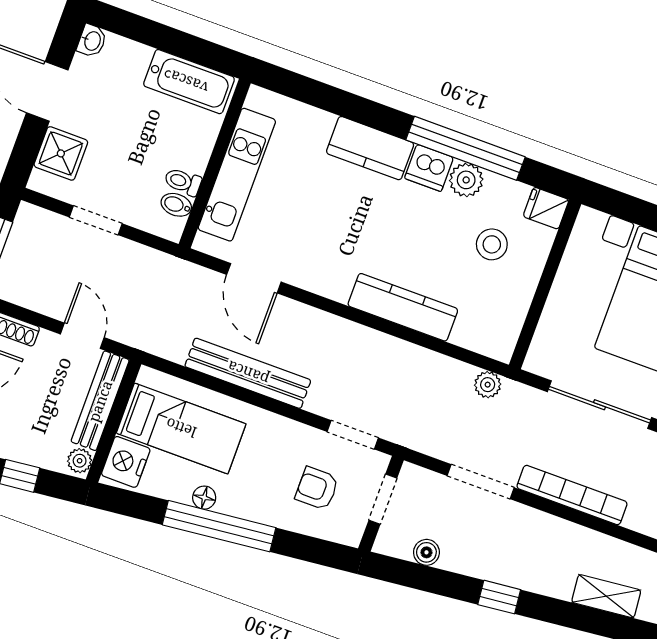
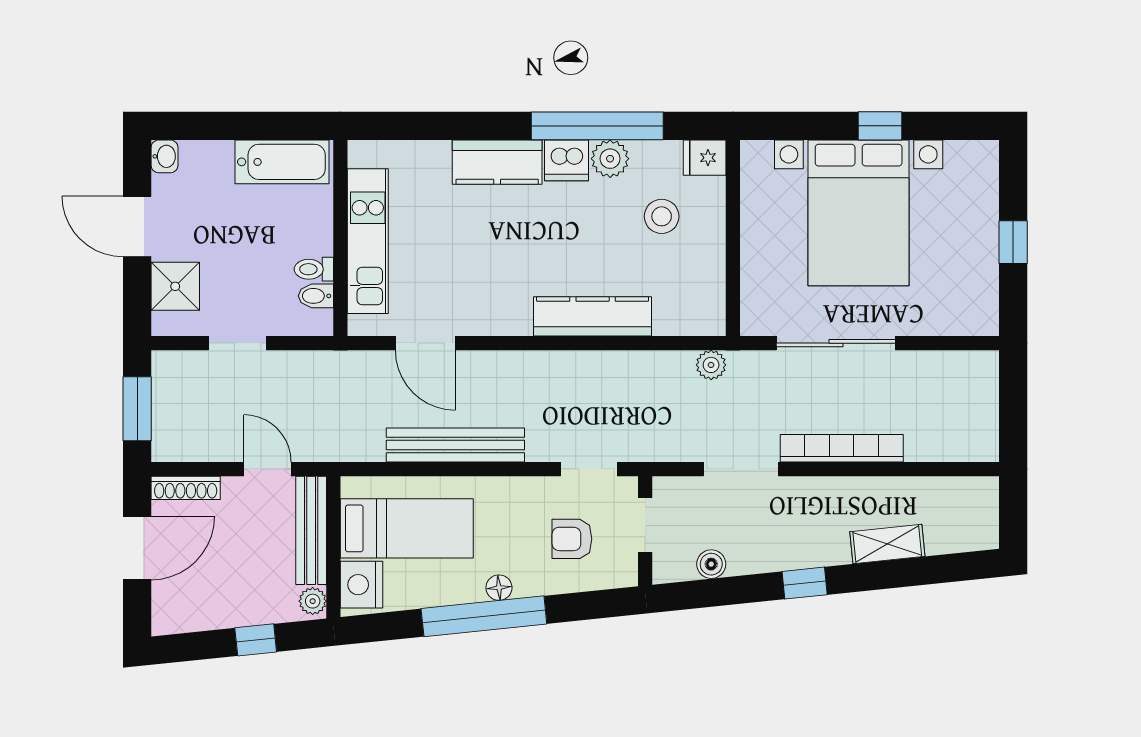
floor lamp: (204, 498) -> (499, 588), moved
shelving: (606, 596) -> (887, 544), moved

